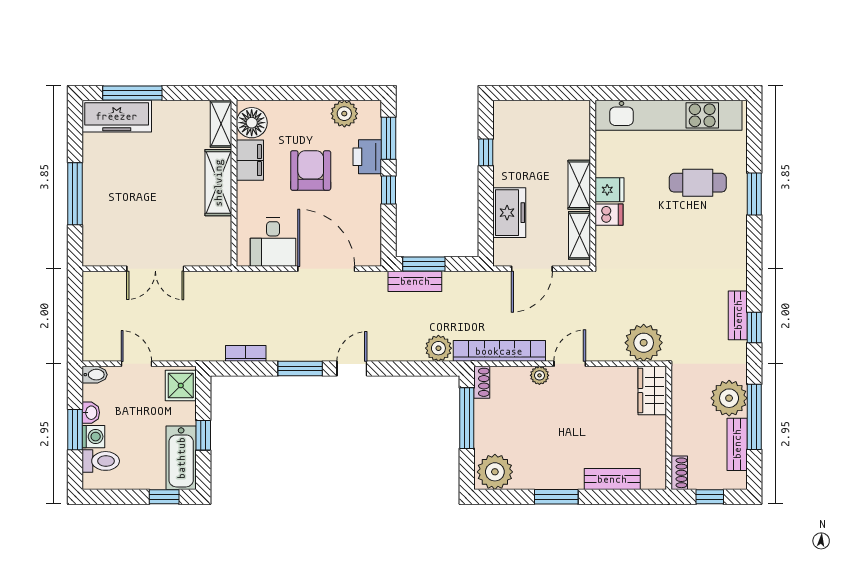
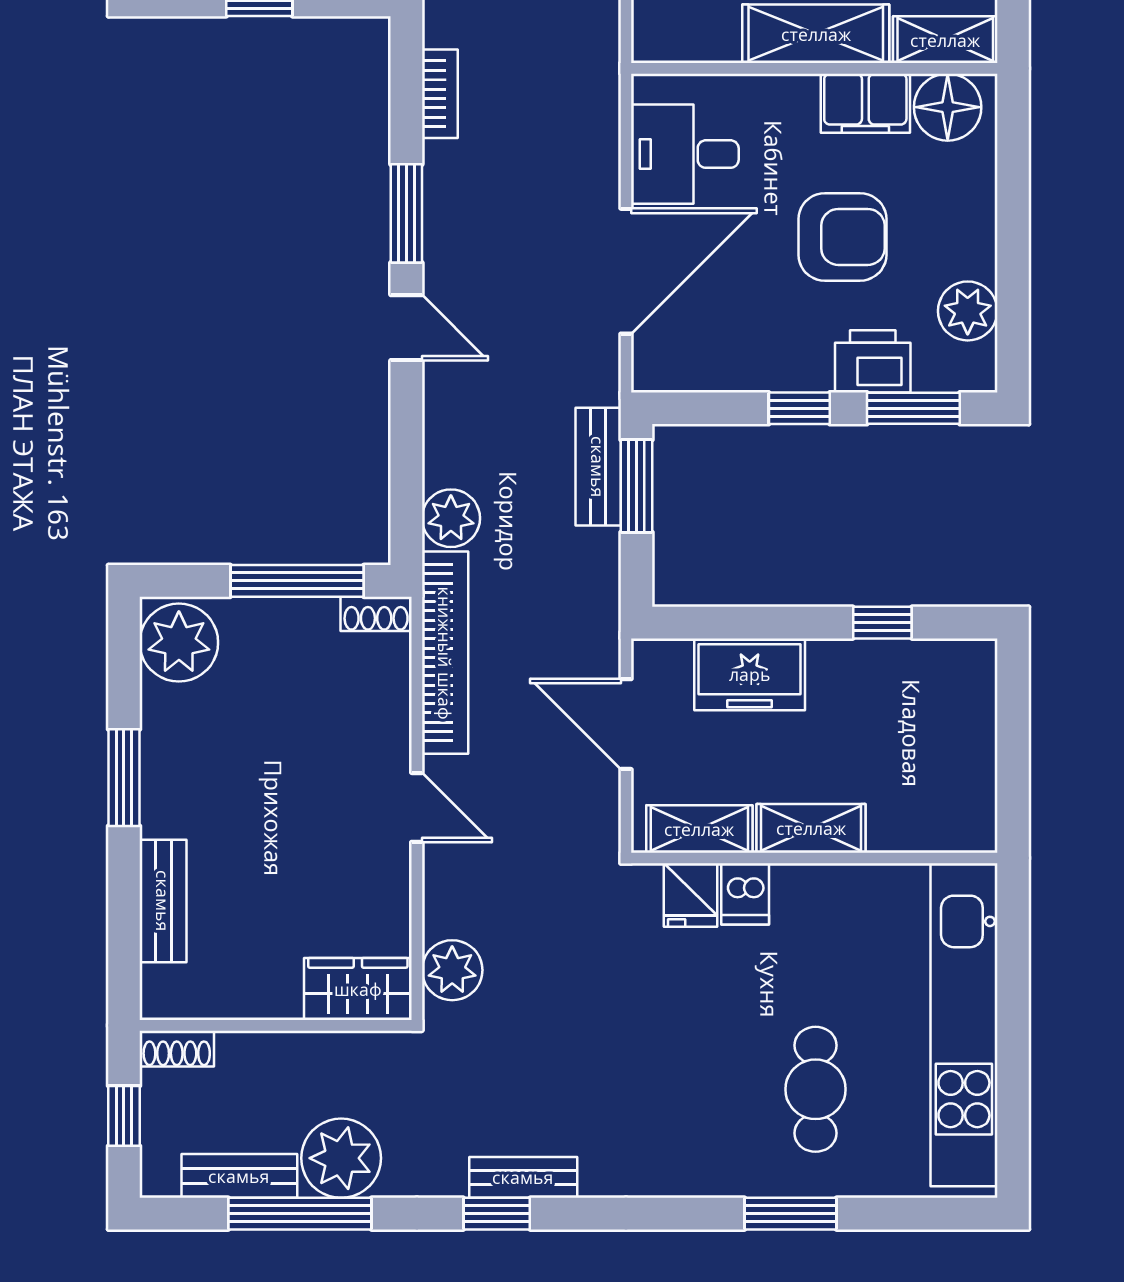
fridge: (610, 190) -> (691, 895), moved
plant: (644, 343) -> (452, 970), width x0.73, depth x0.73
plant: (539, 375) -> (391, 741), removed

